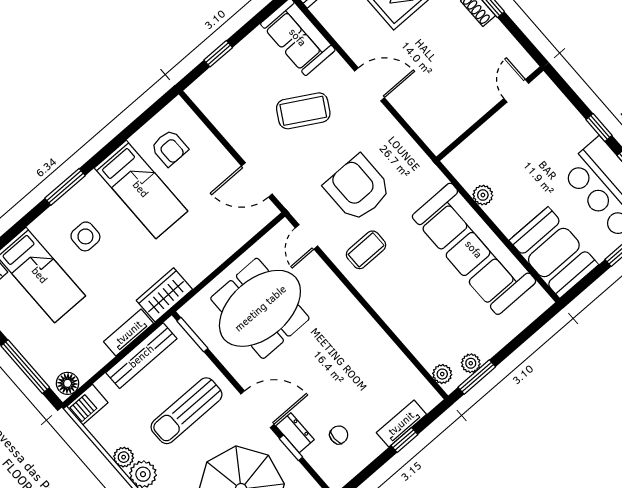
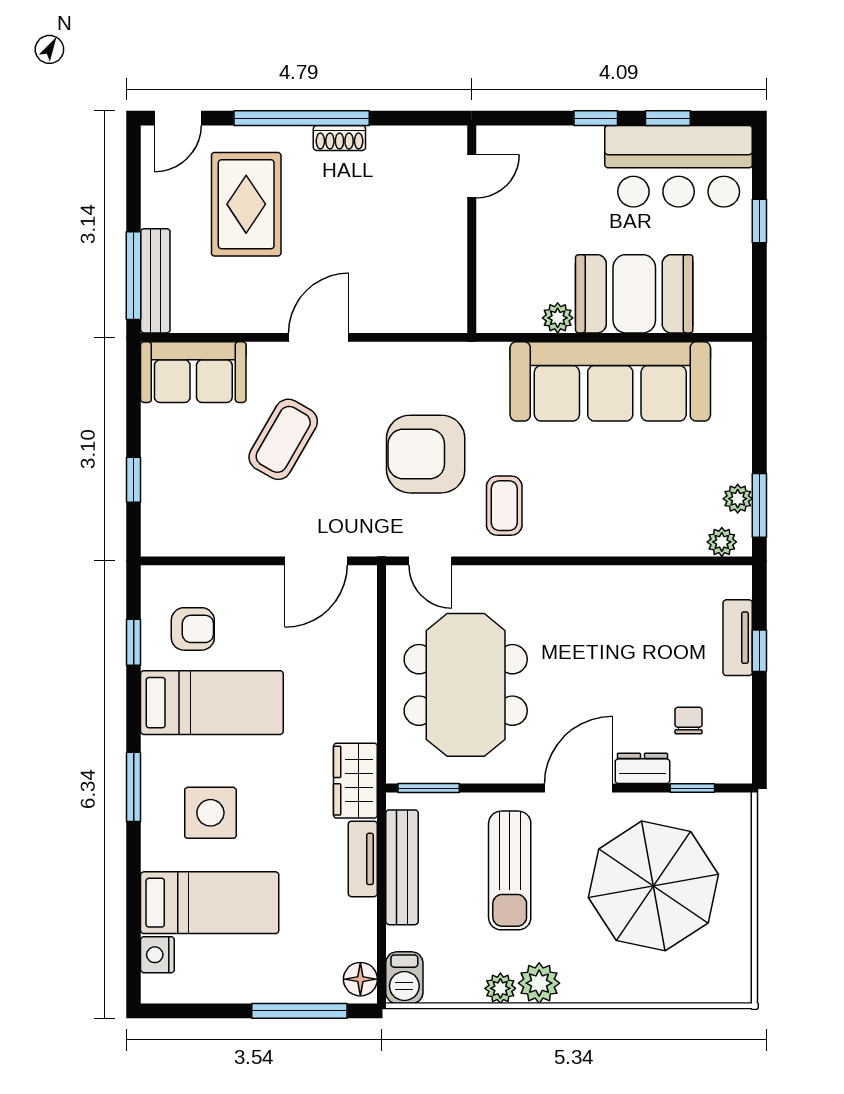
door: (516, 91) -> (472, 176), swing flipped
window: (137, 124) -> (134, 642), added
side table: (85, 236) -> (210, 813), width x1.37, depth x1.37
booth: (554, 252) -> (634, 294), moved
window: (291, 448) -> (692, 788), moved

